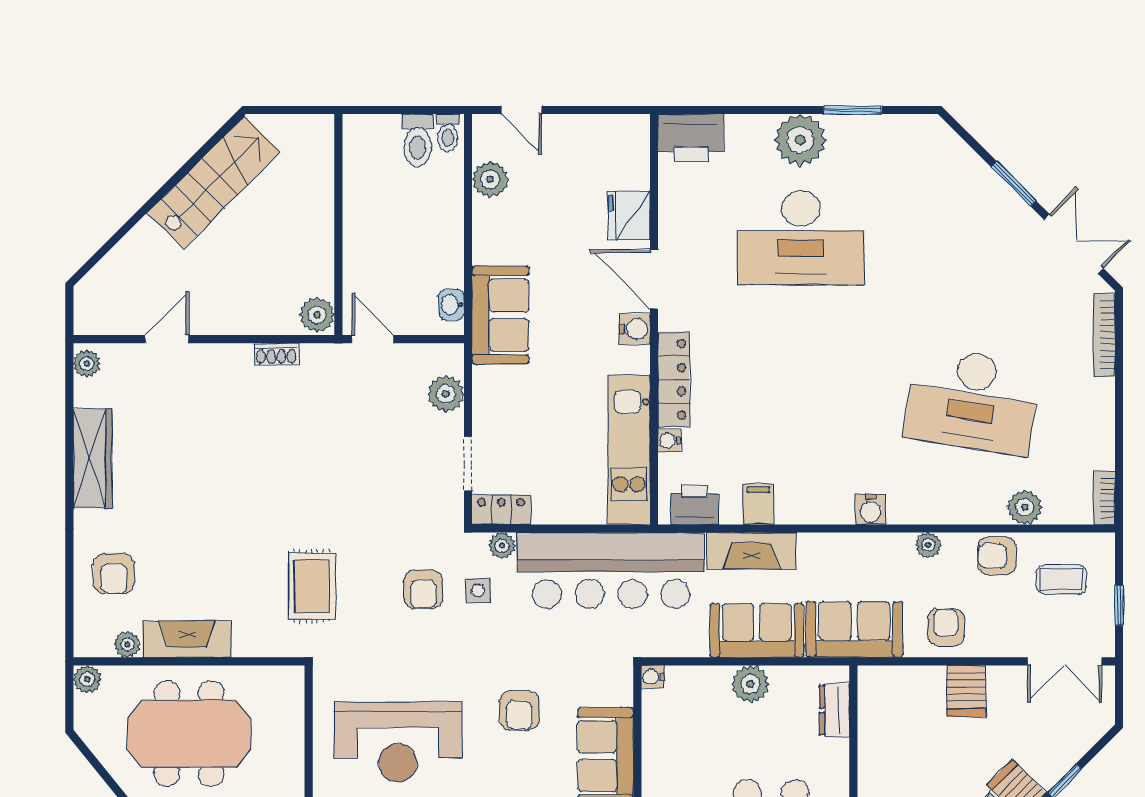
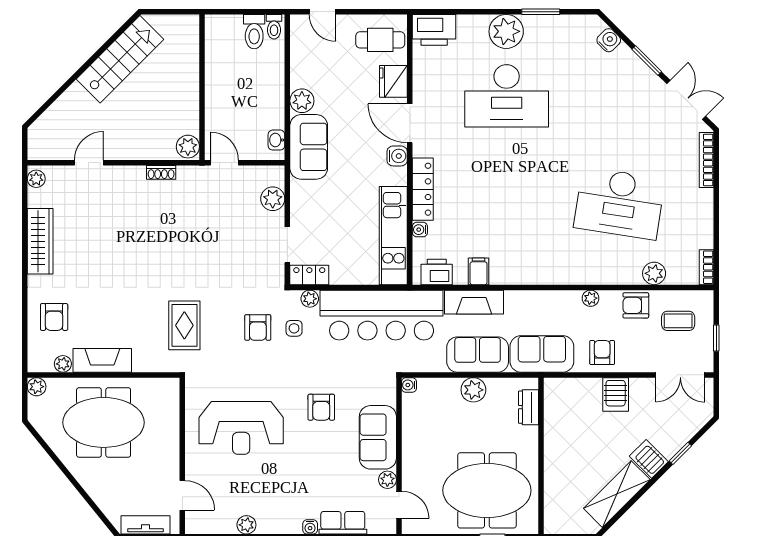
cafe table: (609, 153) -> (380, 40), added
plant: (490, 179) -> (302, 101), moved
water cooler: (870, 509) -> (609, 40), moved, turned -135

